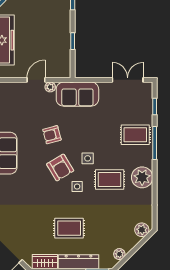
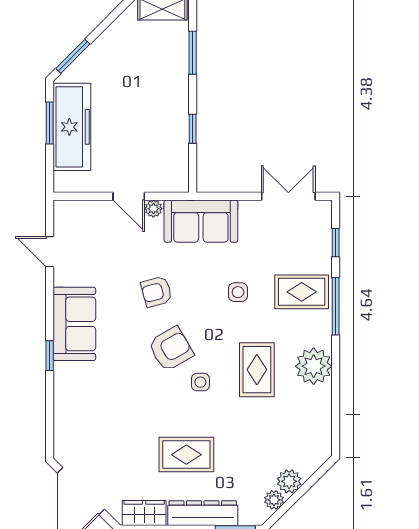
door: (36, 80) -> (129, 196), swing flipped
side table: (88, 158) -> (238, 292), moved
armchair: (60, 167) -> (171, 349), turned -89
rug: (110, 179) -> (257, 370), turned 90
plant: (142, 230) -> (289, 481), moved

